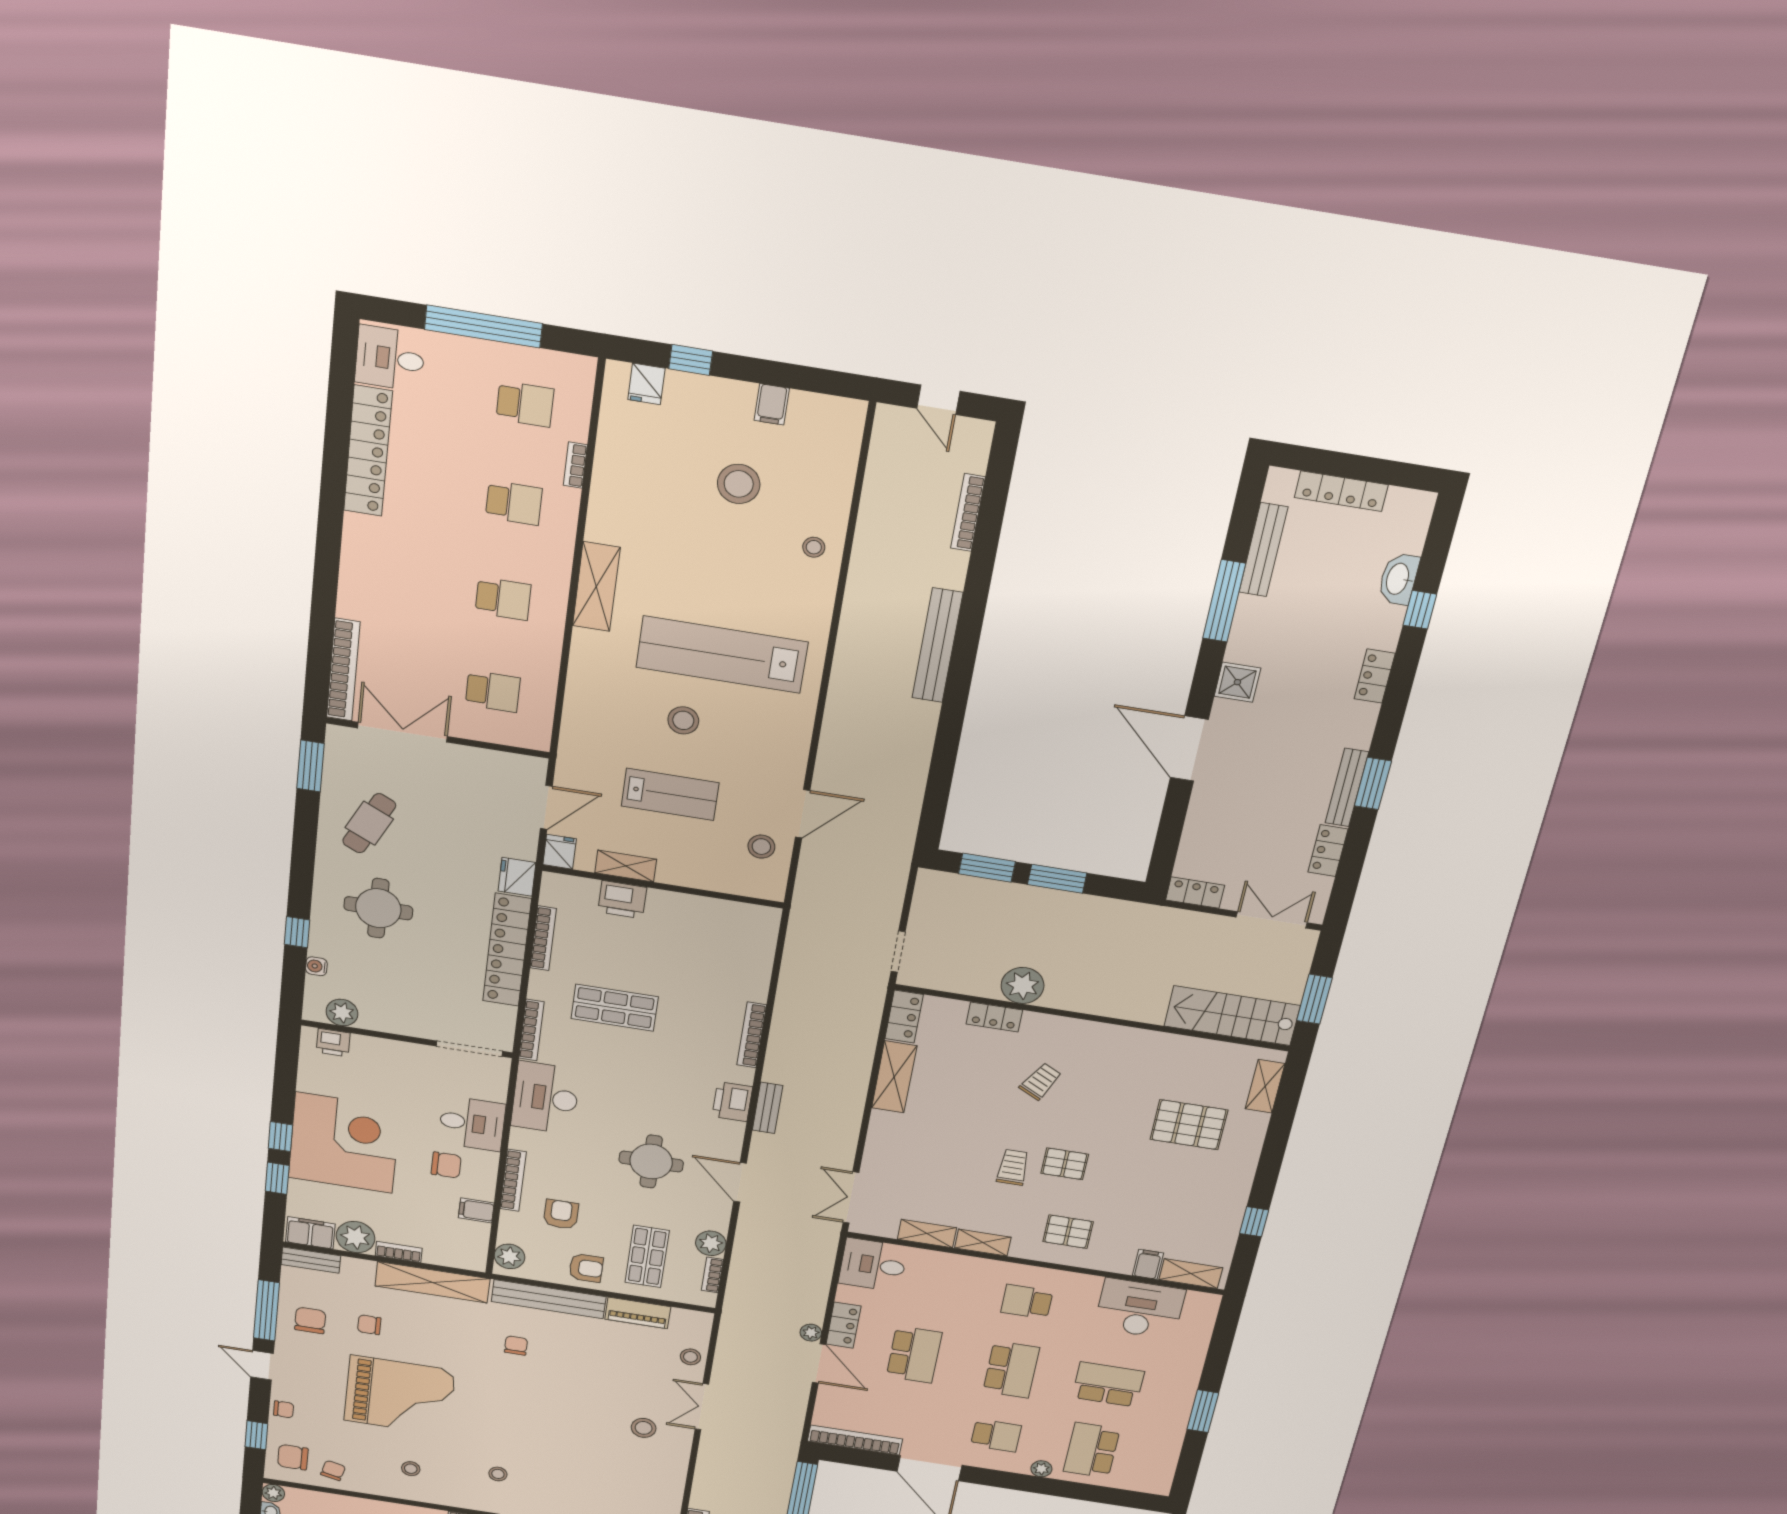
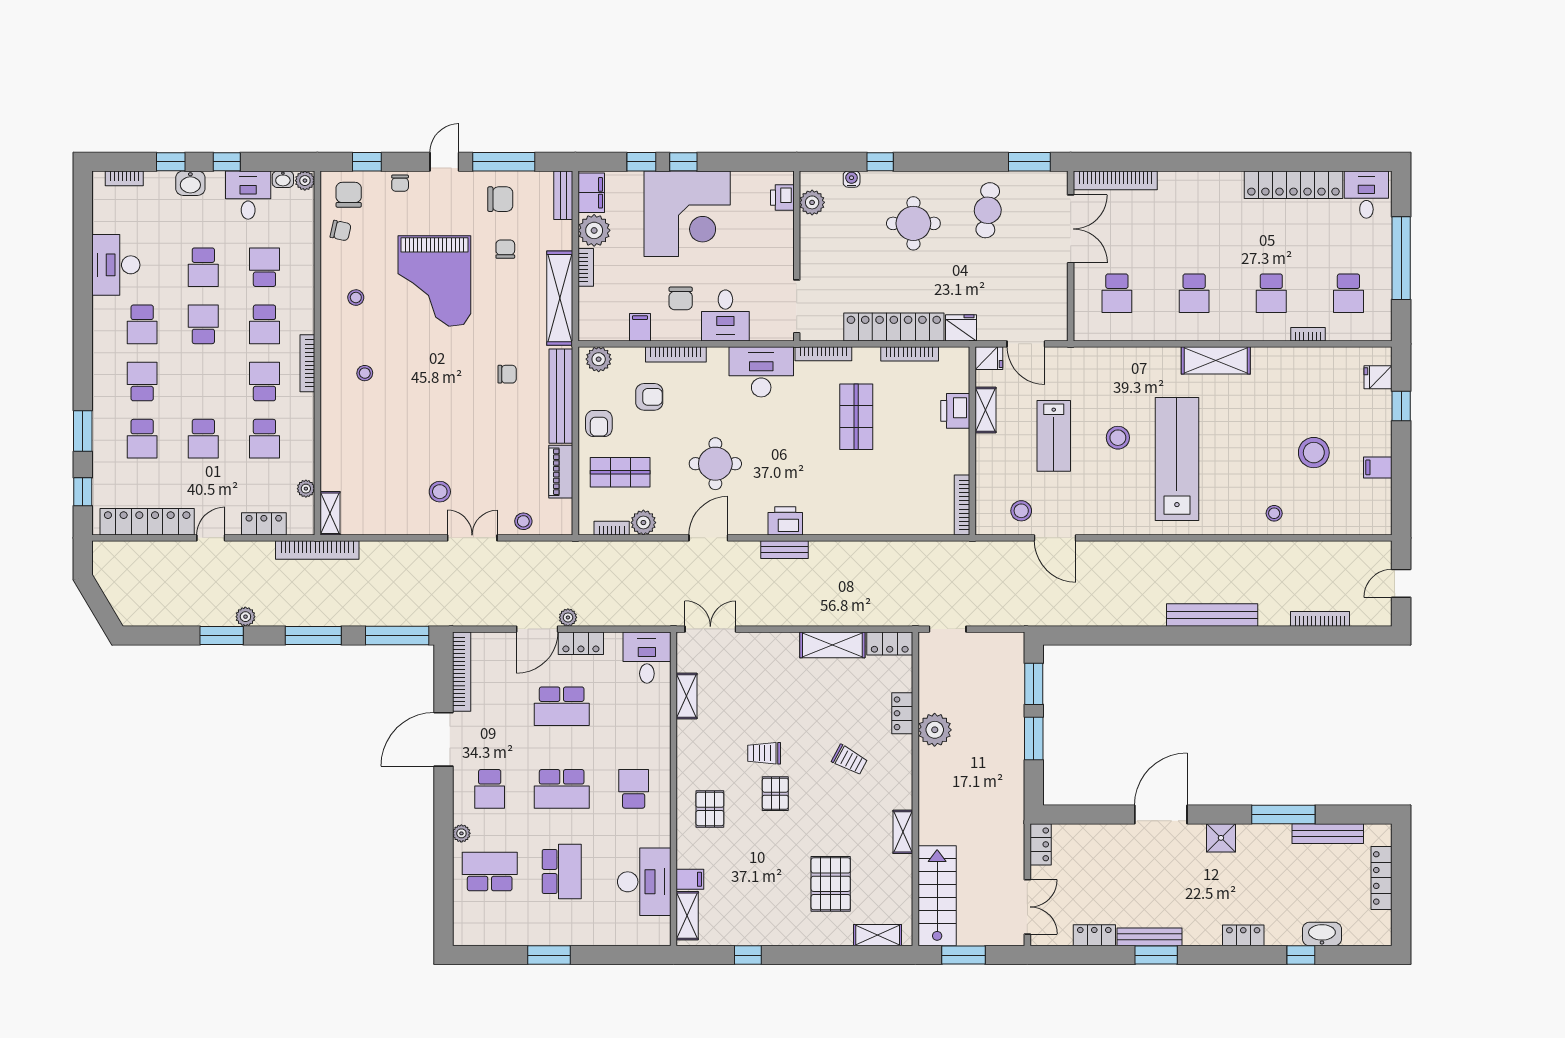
cafe table: (369, 823) -> (988, 210), turned 71
bookcase: (752, 1035) -> (962, 505), moved, turned -90
trolley: (1013, 1167) -> (764, 753), turned 180
shelving: (983, 1243) -> (903, 832), moved

